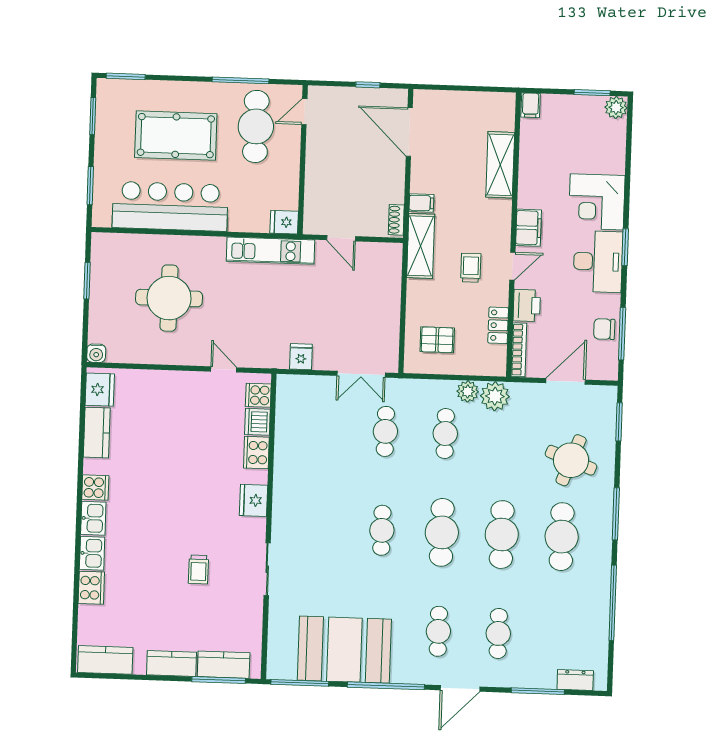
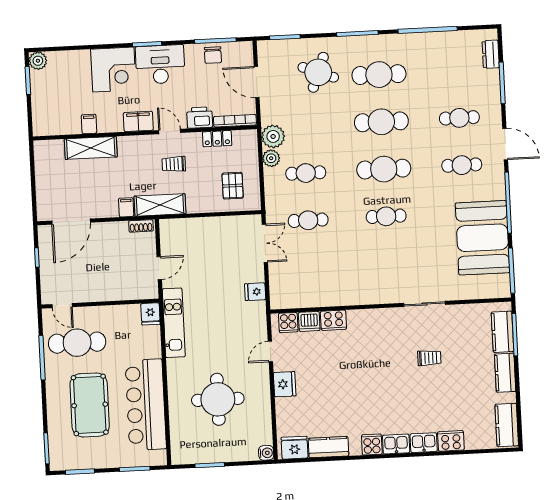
filing cabinet: (531, 105) -> (89, 124), moved, turned -90
fridge: (254, 500) -> (285, 384), moved, turned -90

